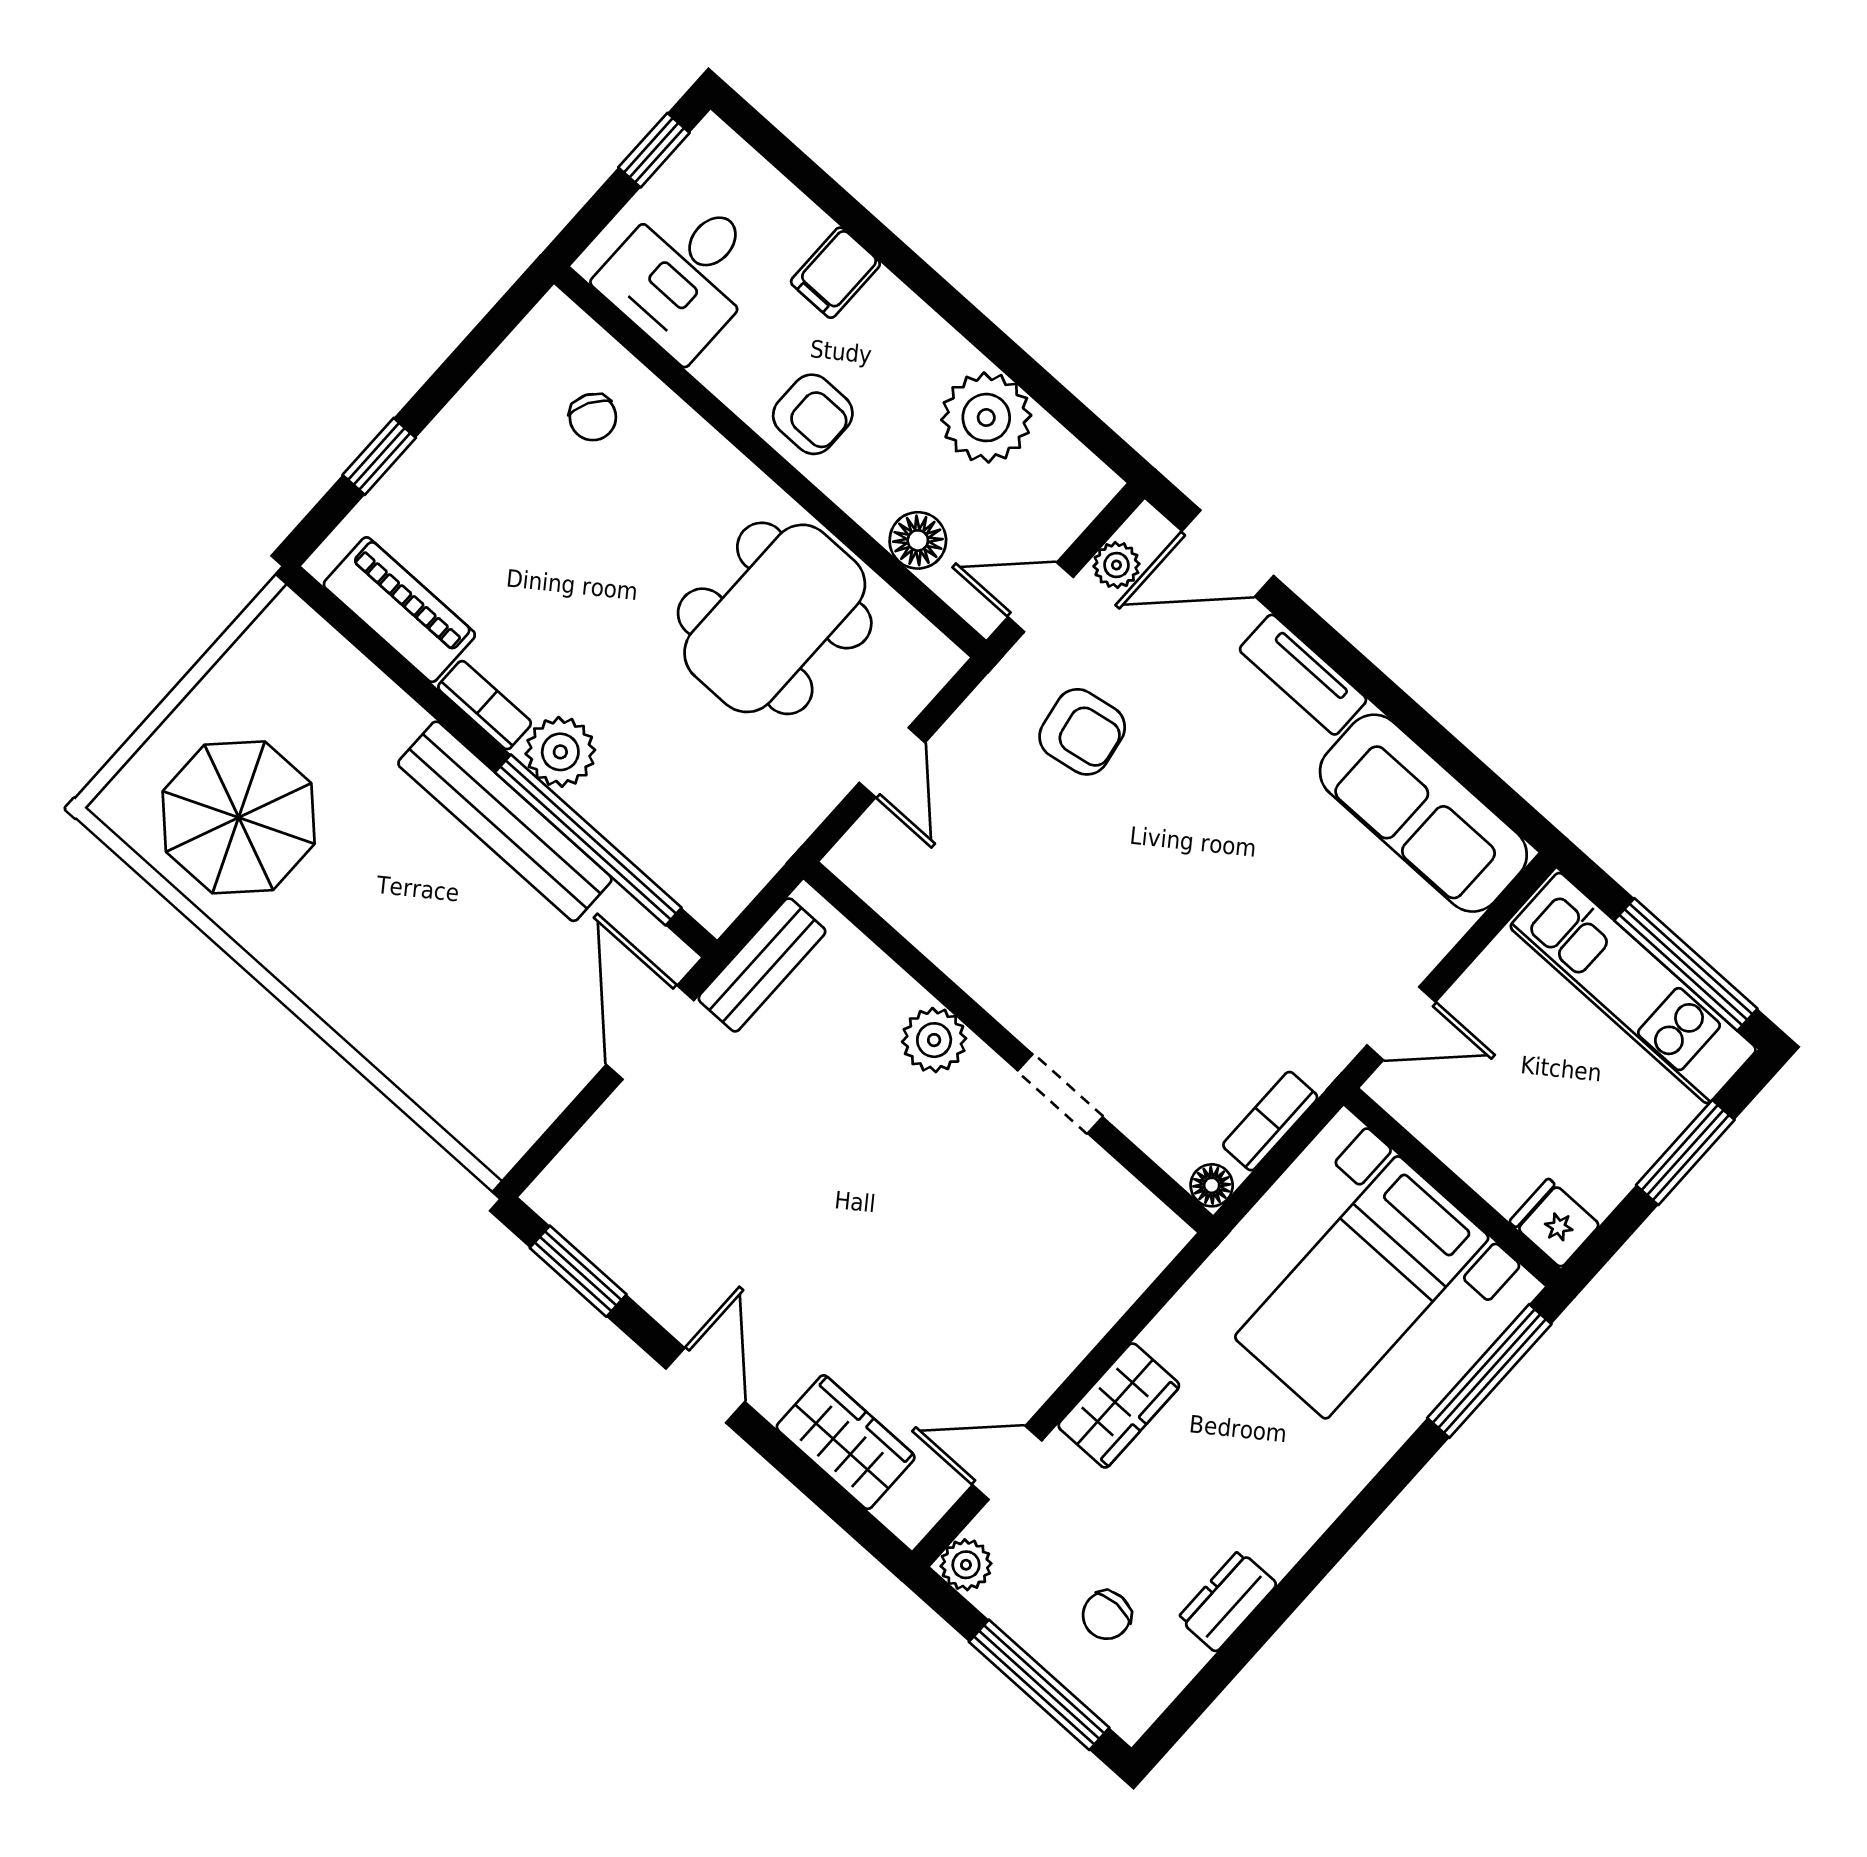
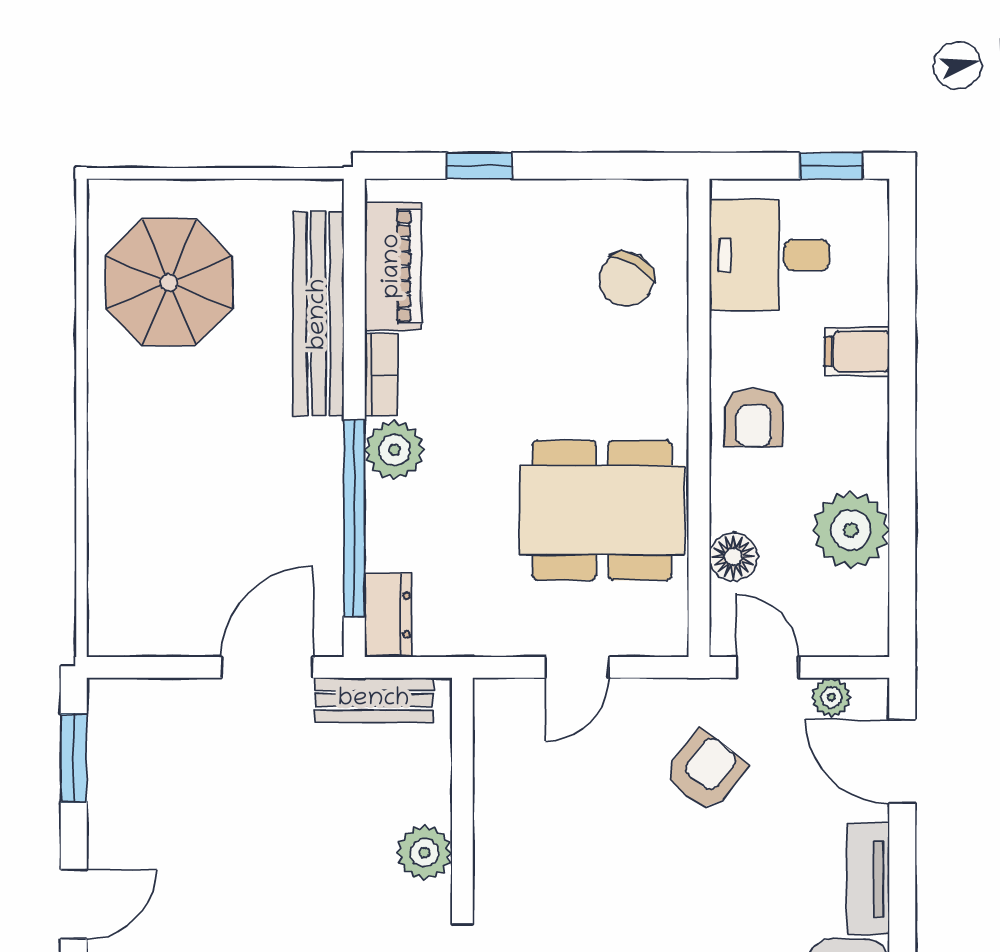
chair: (593, 417) -> (626, 279), width x1.37, depth x1.37
armchair: (1082, 732) -> (705, 771), turned -132
bench: (505, 821) -> (319, 314), moved
dresser: (699, 886) -> (388, 615), added

